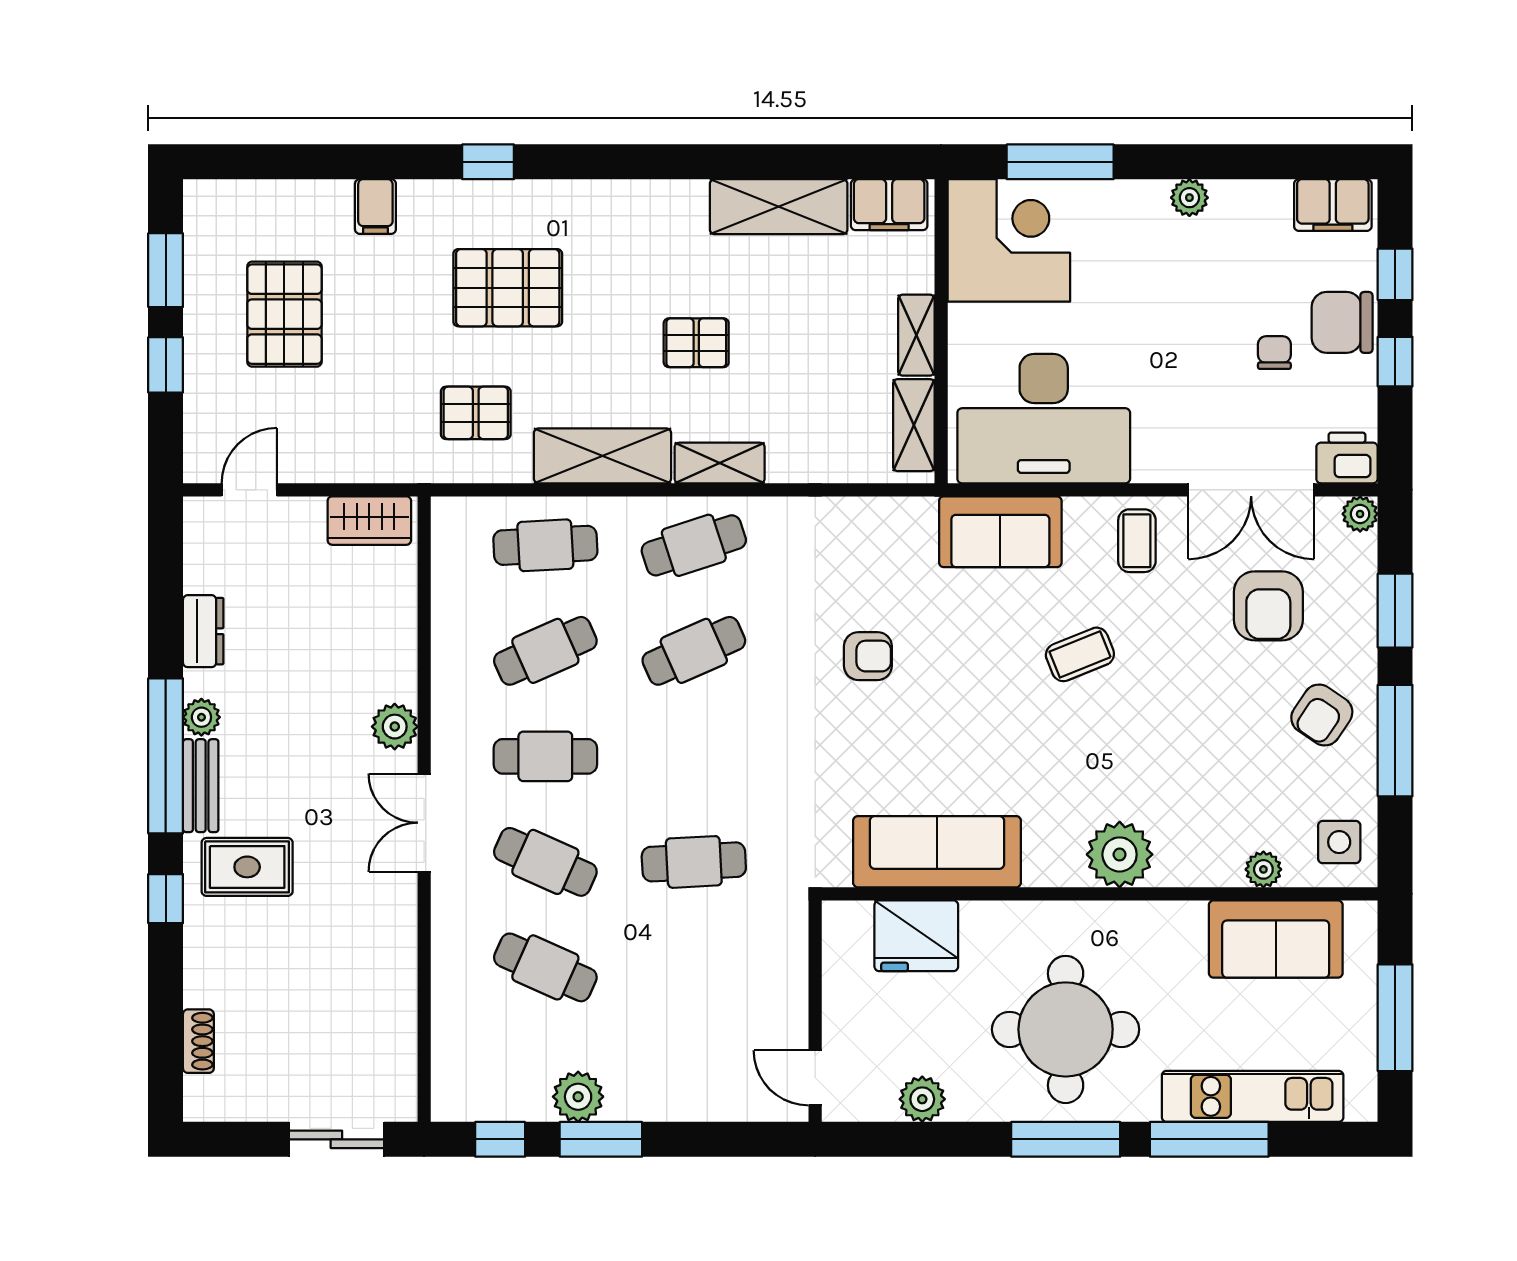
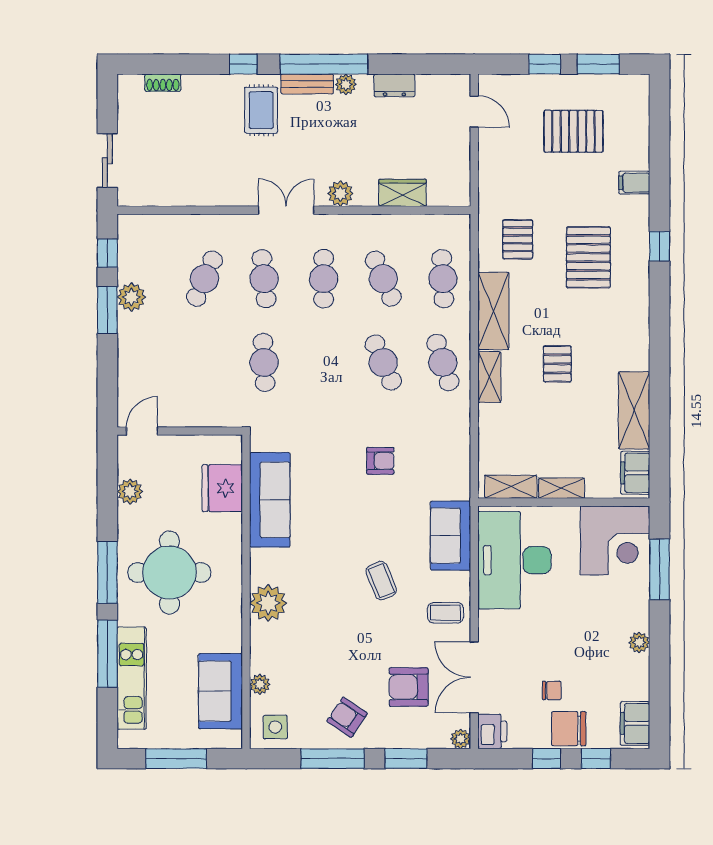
chair: (1342, 322) -> (569, 729), turned -90
wardrobe: (369, 521) -> (403, 193), moved, turned 90
armchair: (868, 656) -> (380, 461), turned -90
cafe table: (545, 862) -> (264, 279), turned -30

